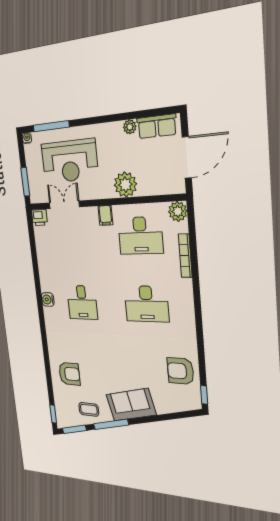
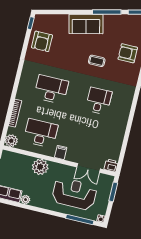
water cooler: (48, 299) -> (126, 109), removed
armchair: (180, 371) -> (42, 41), turned 90
coffee table: (89, 409) -> (97, 61), moved

